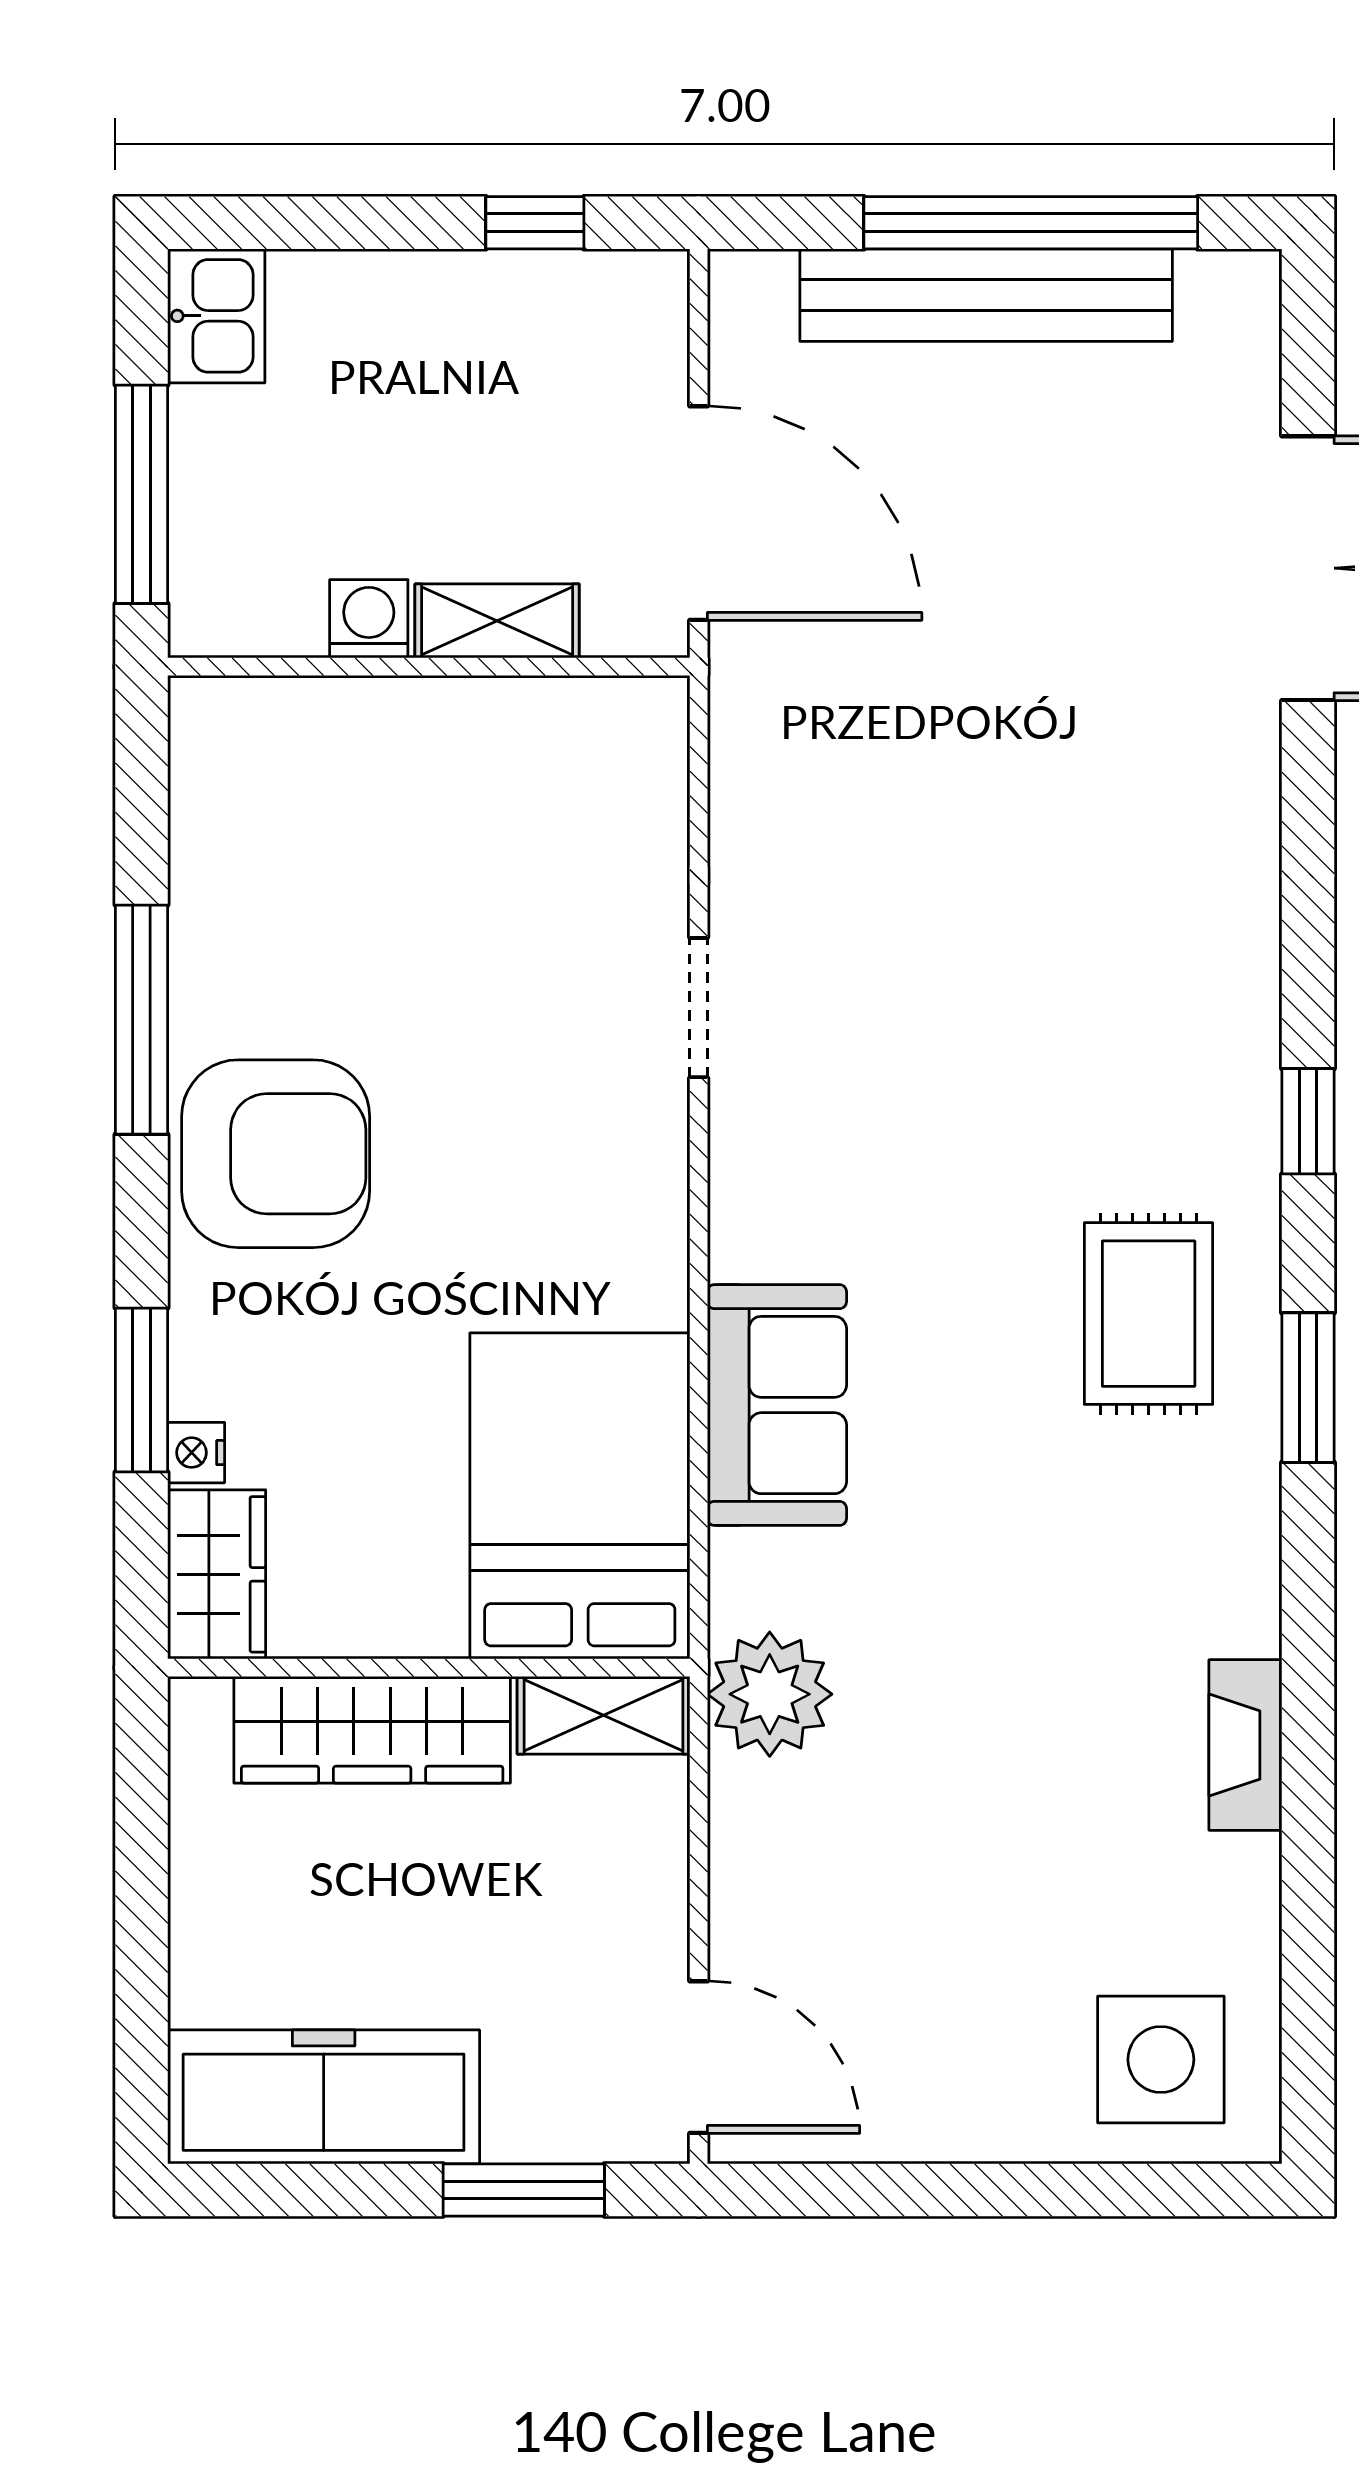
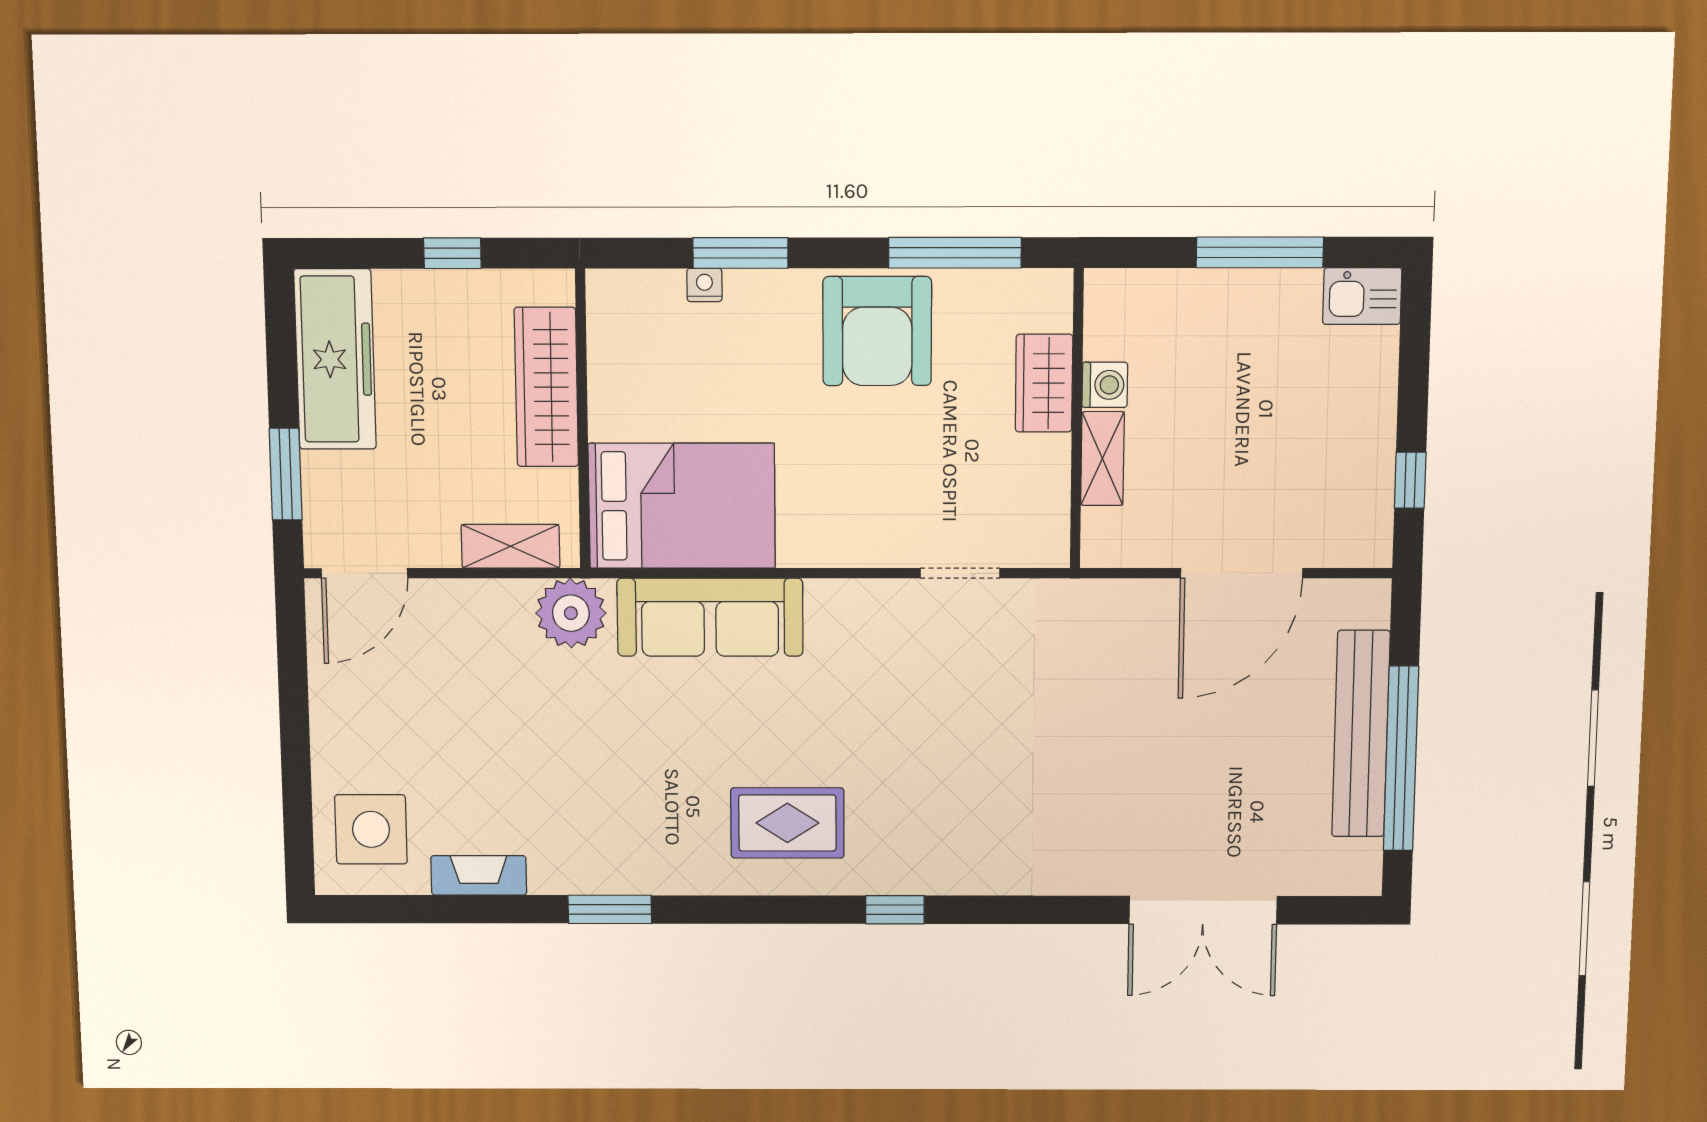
washing machine: (369, 619) -> (1105, 385), moved
shelving: (497, 621) -> (1102, 459), moved
wall: (429, 667) -> (1077, 419), moved
window: (1308, 1388) -> (610, 909), moved
sofa: (777, 1405) -> (710, 617), width x1.36
wardrobe: (217, 1574) -> (1044, 383), moved, turned 90
shelving: (604, 1715) -> (511, 546), moved, turned 90
fireplace: (1245, 1745) -> (479, 875), moved
window: (141, 1888) -> (452, 253), added

